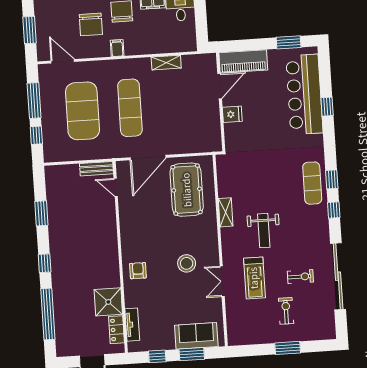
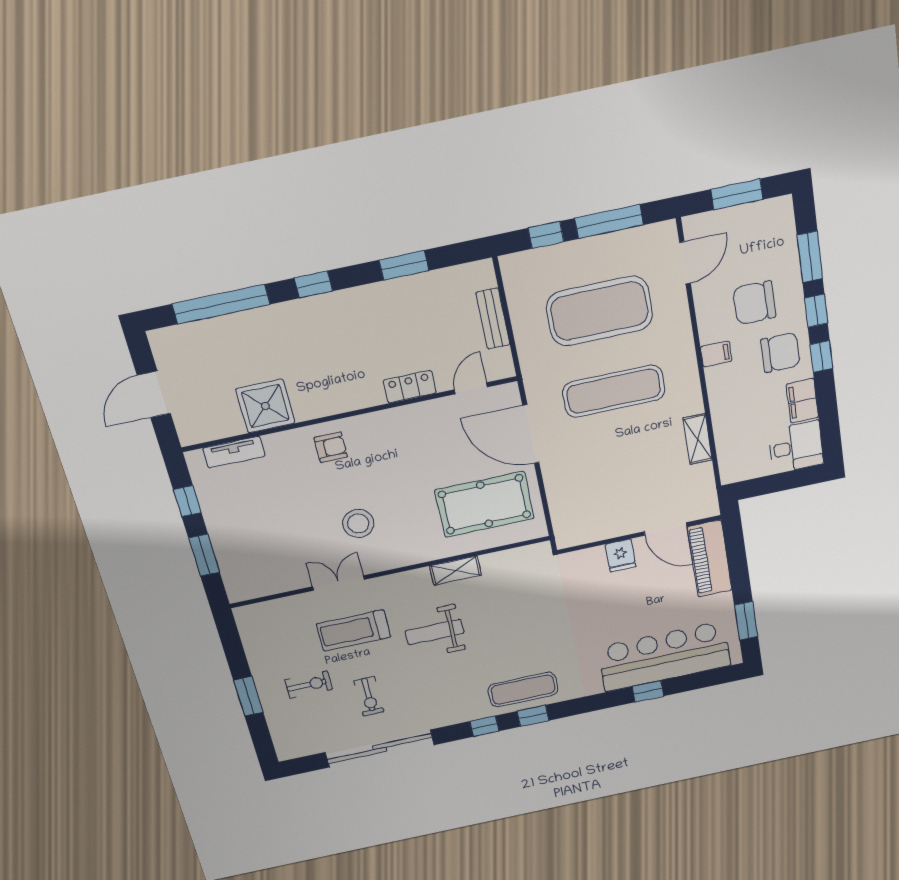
bench: (96, 169) -> (493, 319), moved
locker: (117, 330) -> (410, 387), moved
sofa: (196, 336) -> (237, 558), removed

